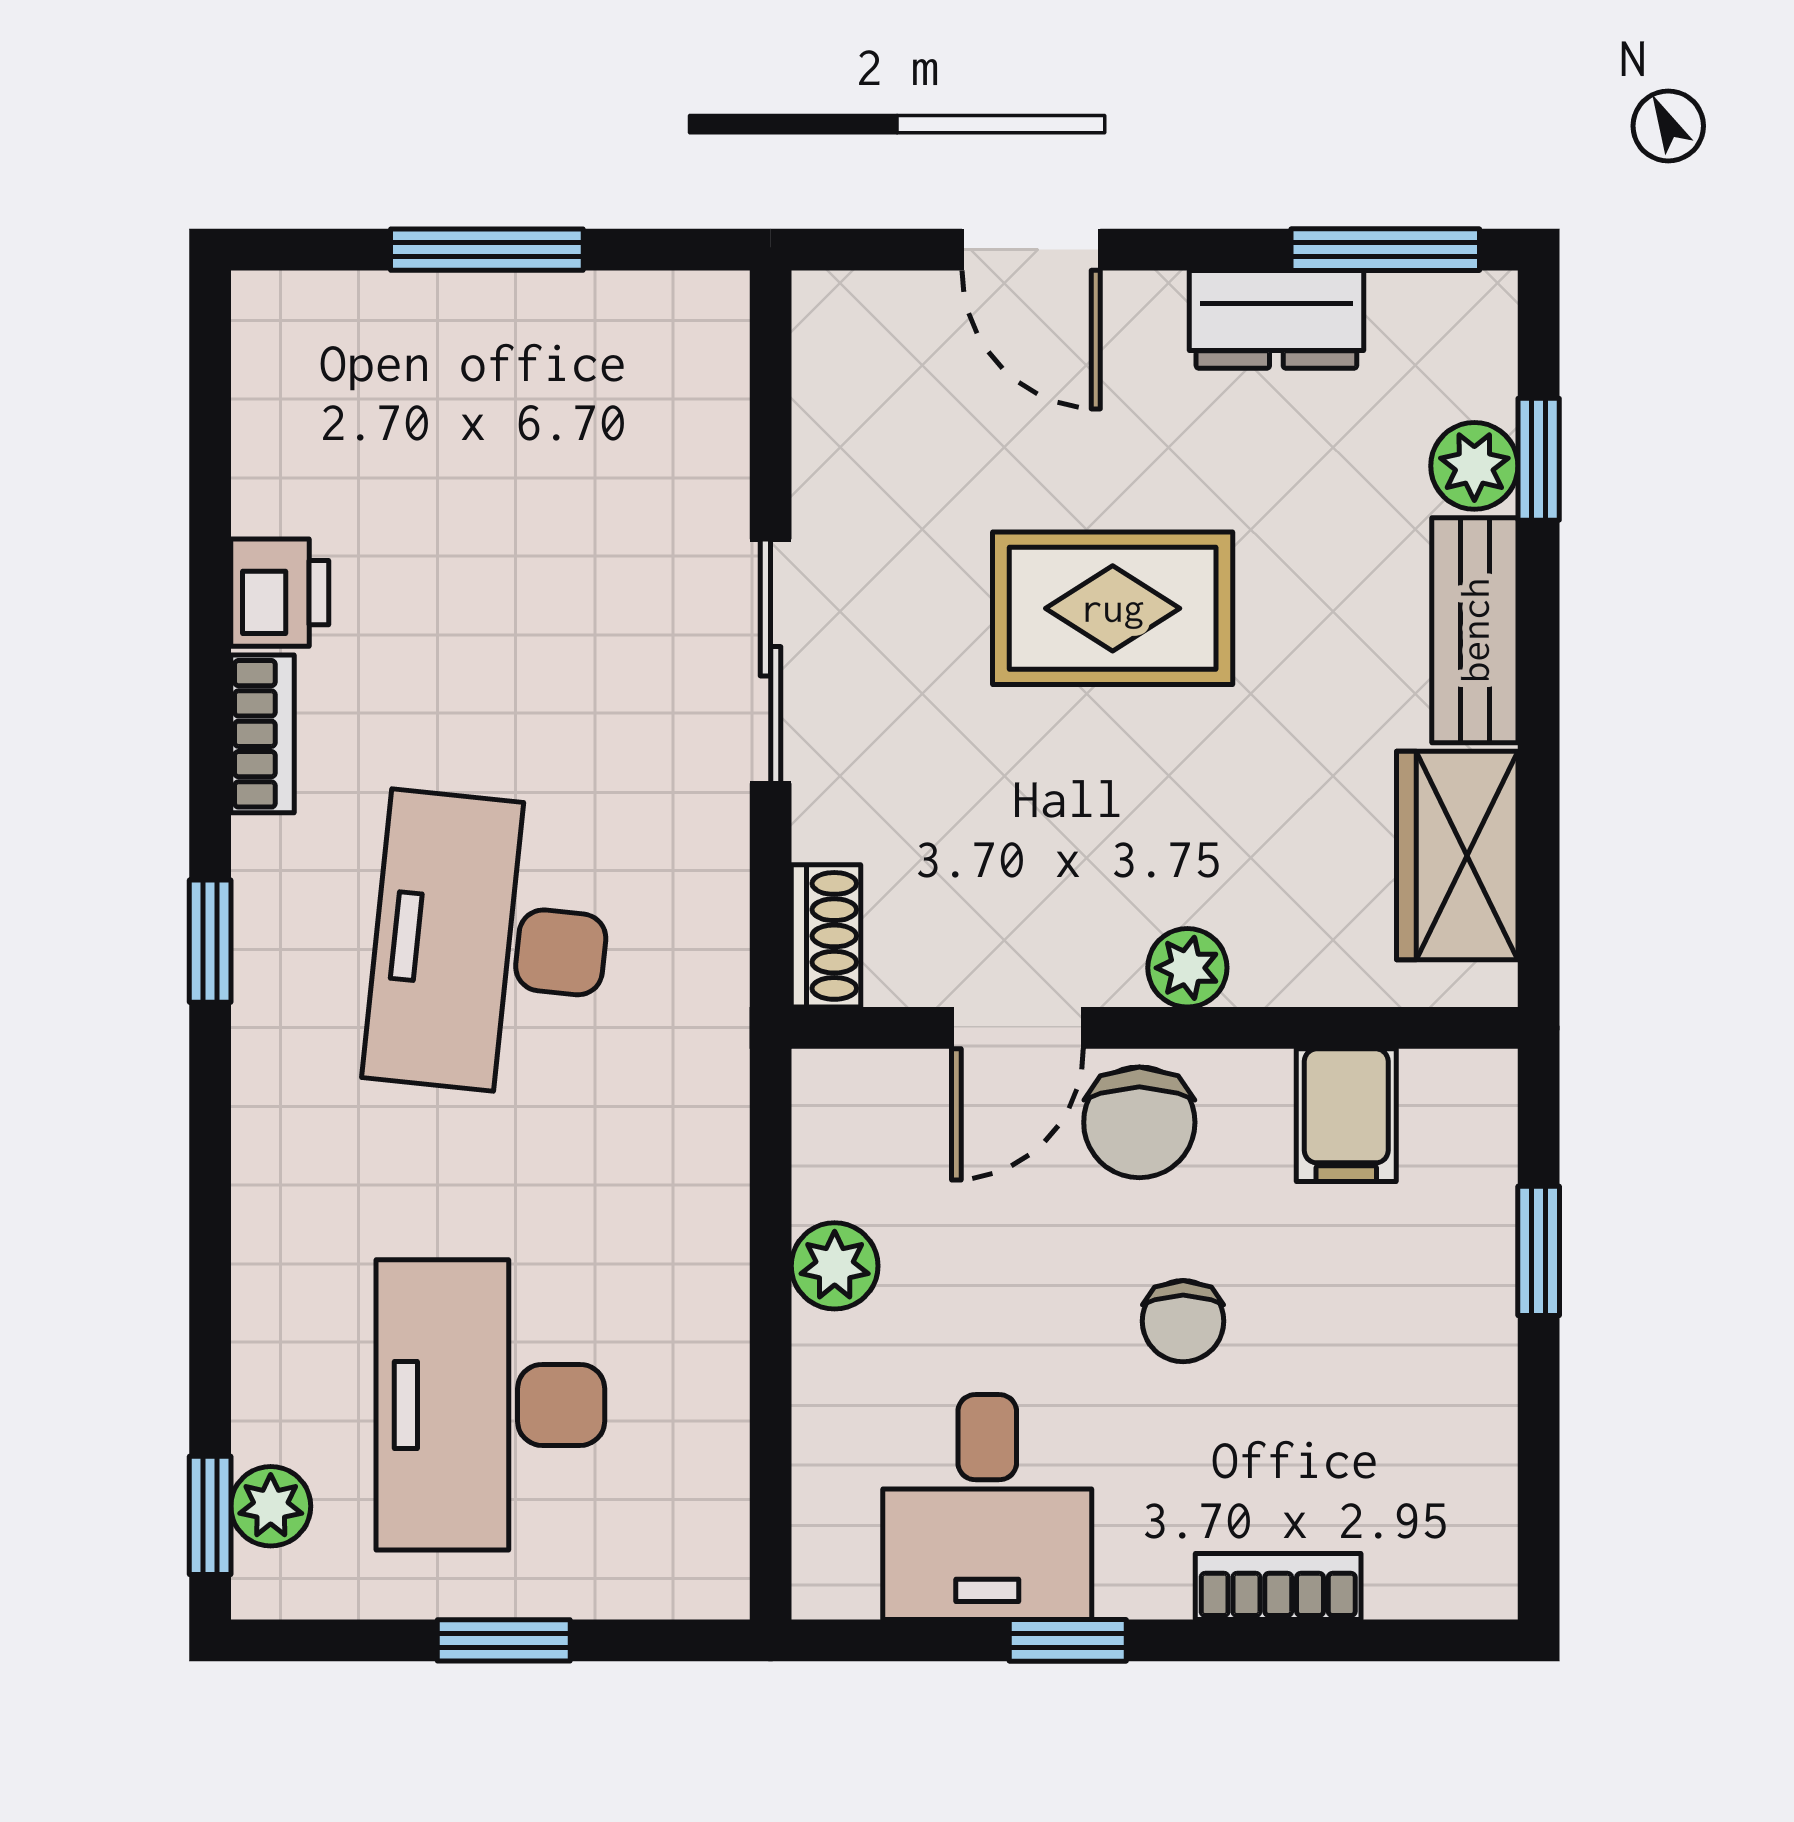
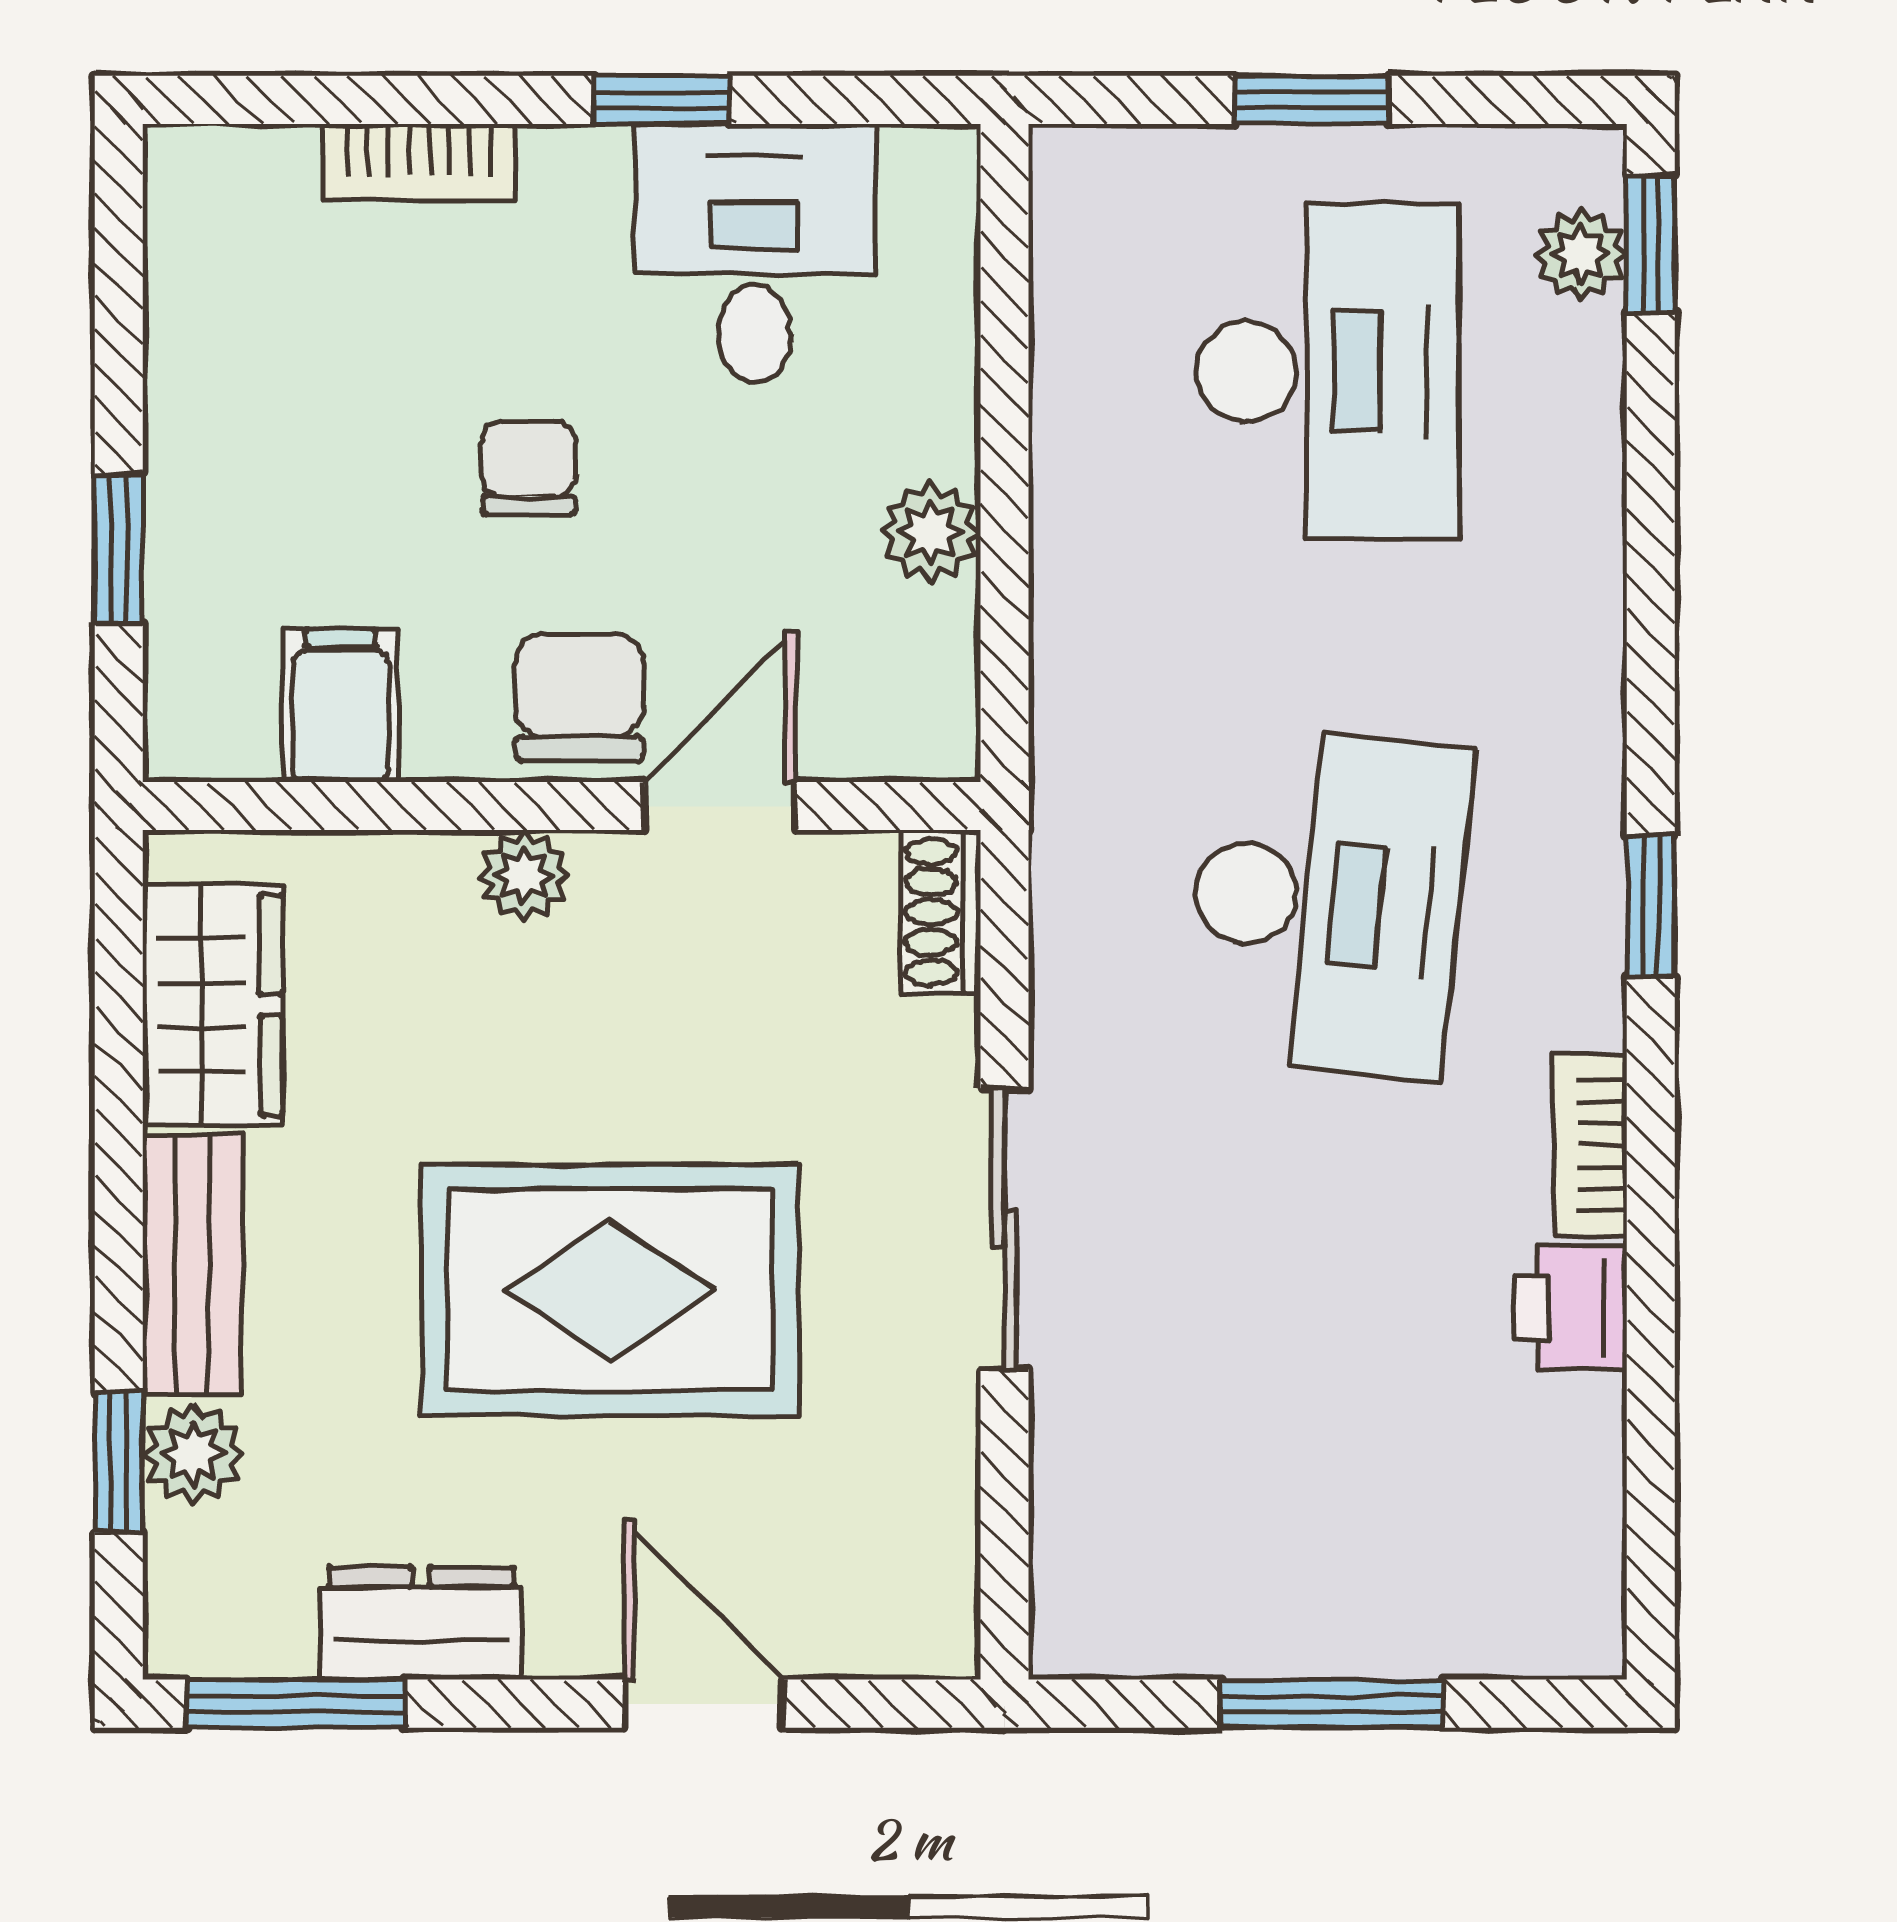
rug: (1113, 608) -> (610, 1290), width x1.36, depth x1.43

